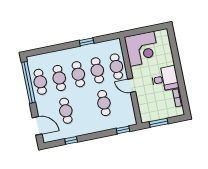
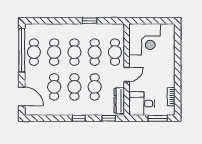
desk: (165, 79) -> (142, 104), moved, turned 180
door: (132, 85) -> (127, 75), swing flipped
cafe table: (85, 107) -> (74, 87), added
dresser: (130, 111) -> (119, 101), added
window: (159, 123) -> (158, 118), moved
window: (71, 140) -> (79, 118), moved

